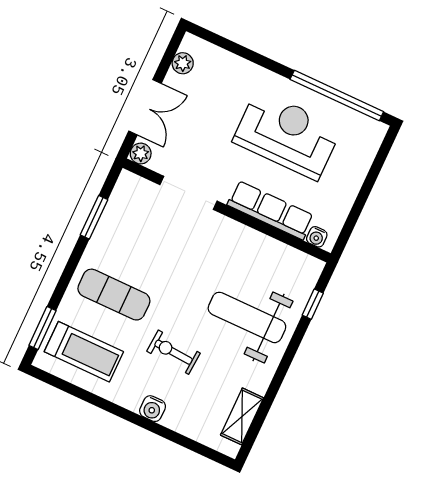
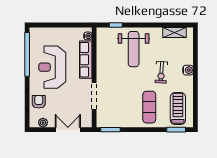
armchair: (229, 75) -> (39, 102), added
plant: (141, 154) -> (87, 123), removed
window: (94, 217) -> (111, 130), moved

